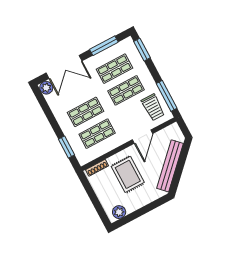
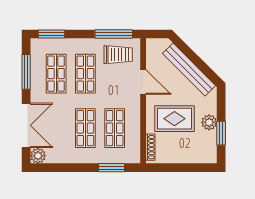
plant: (119, 212) -> (209, 122), moved
window: (135, 215) -> (221, 133), added

